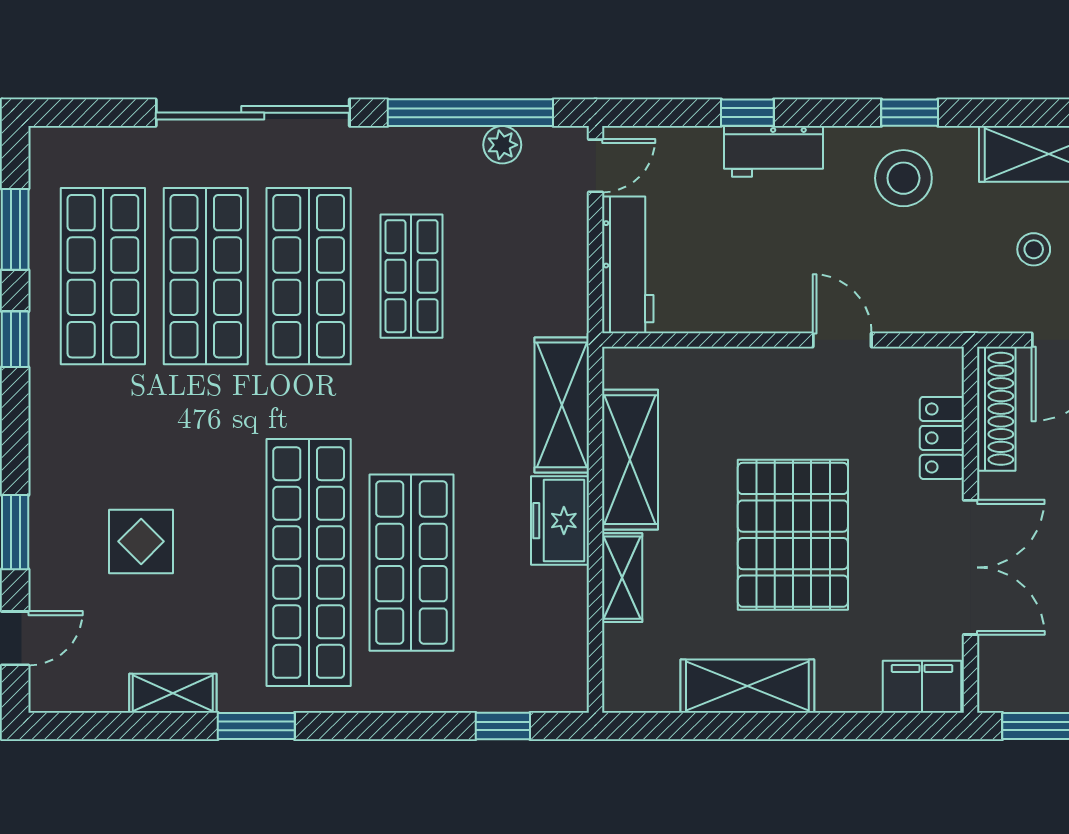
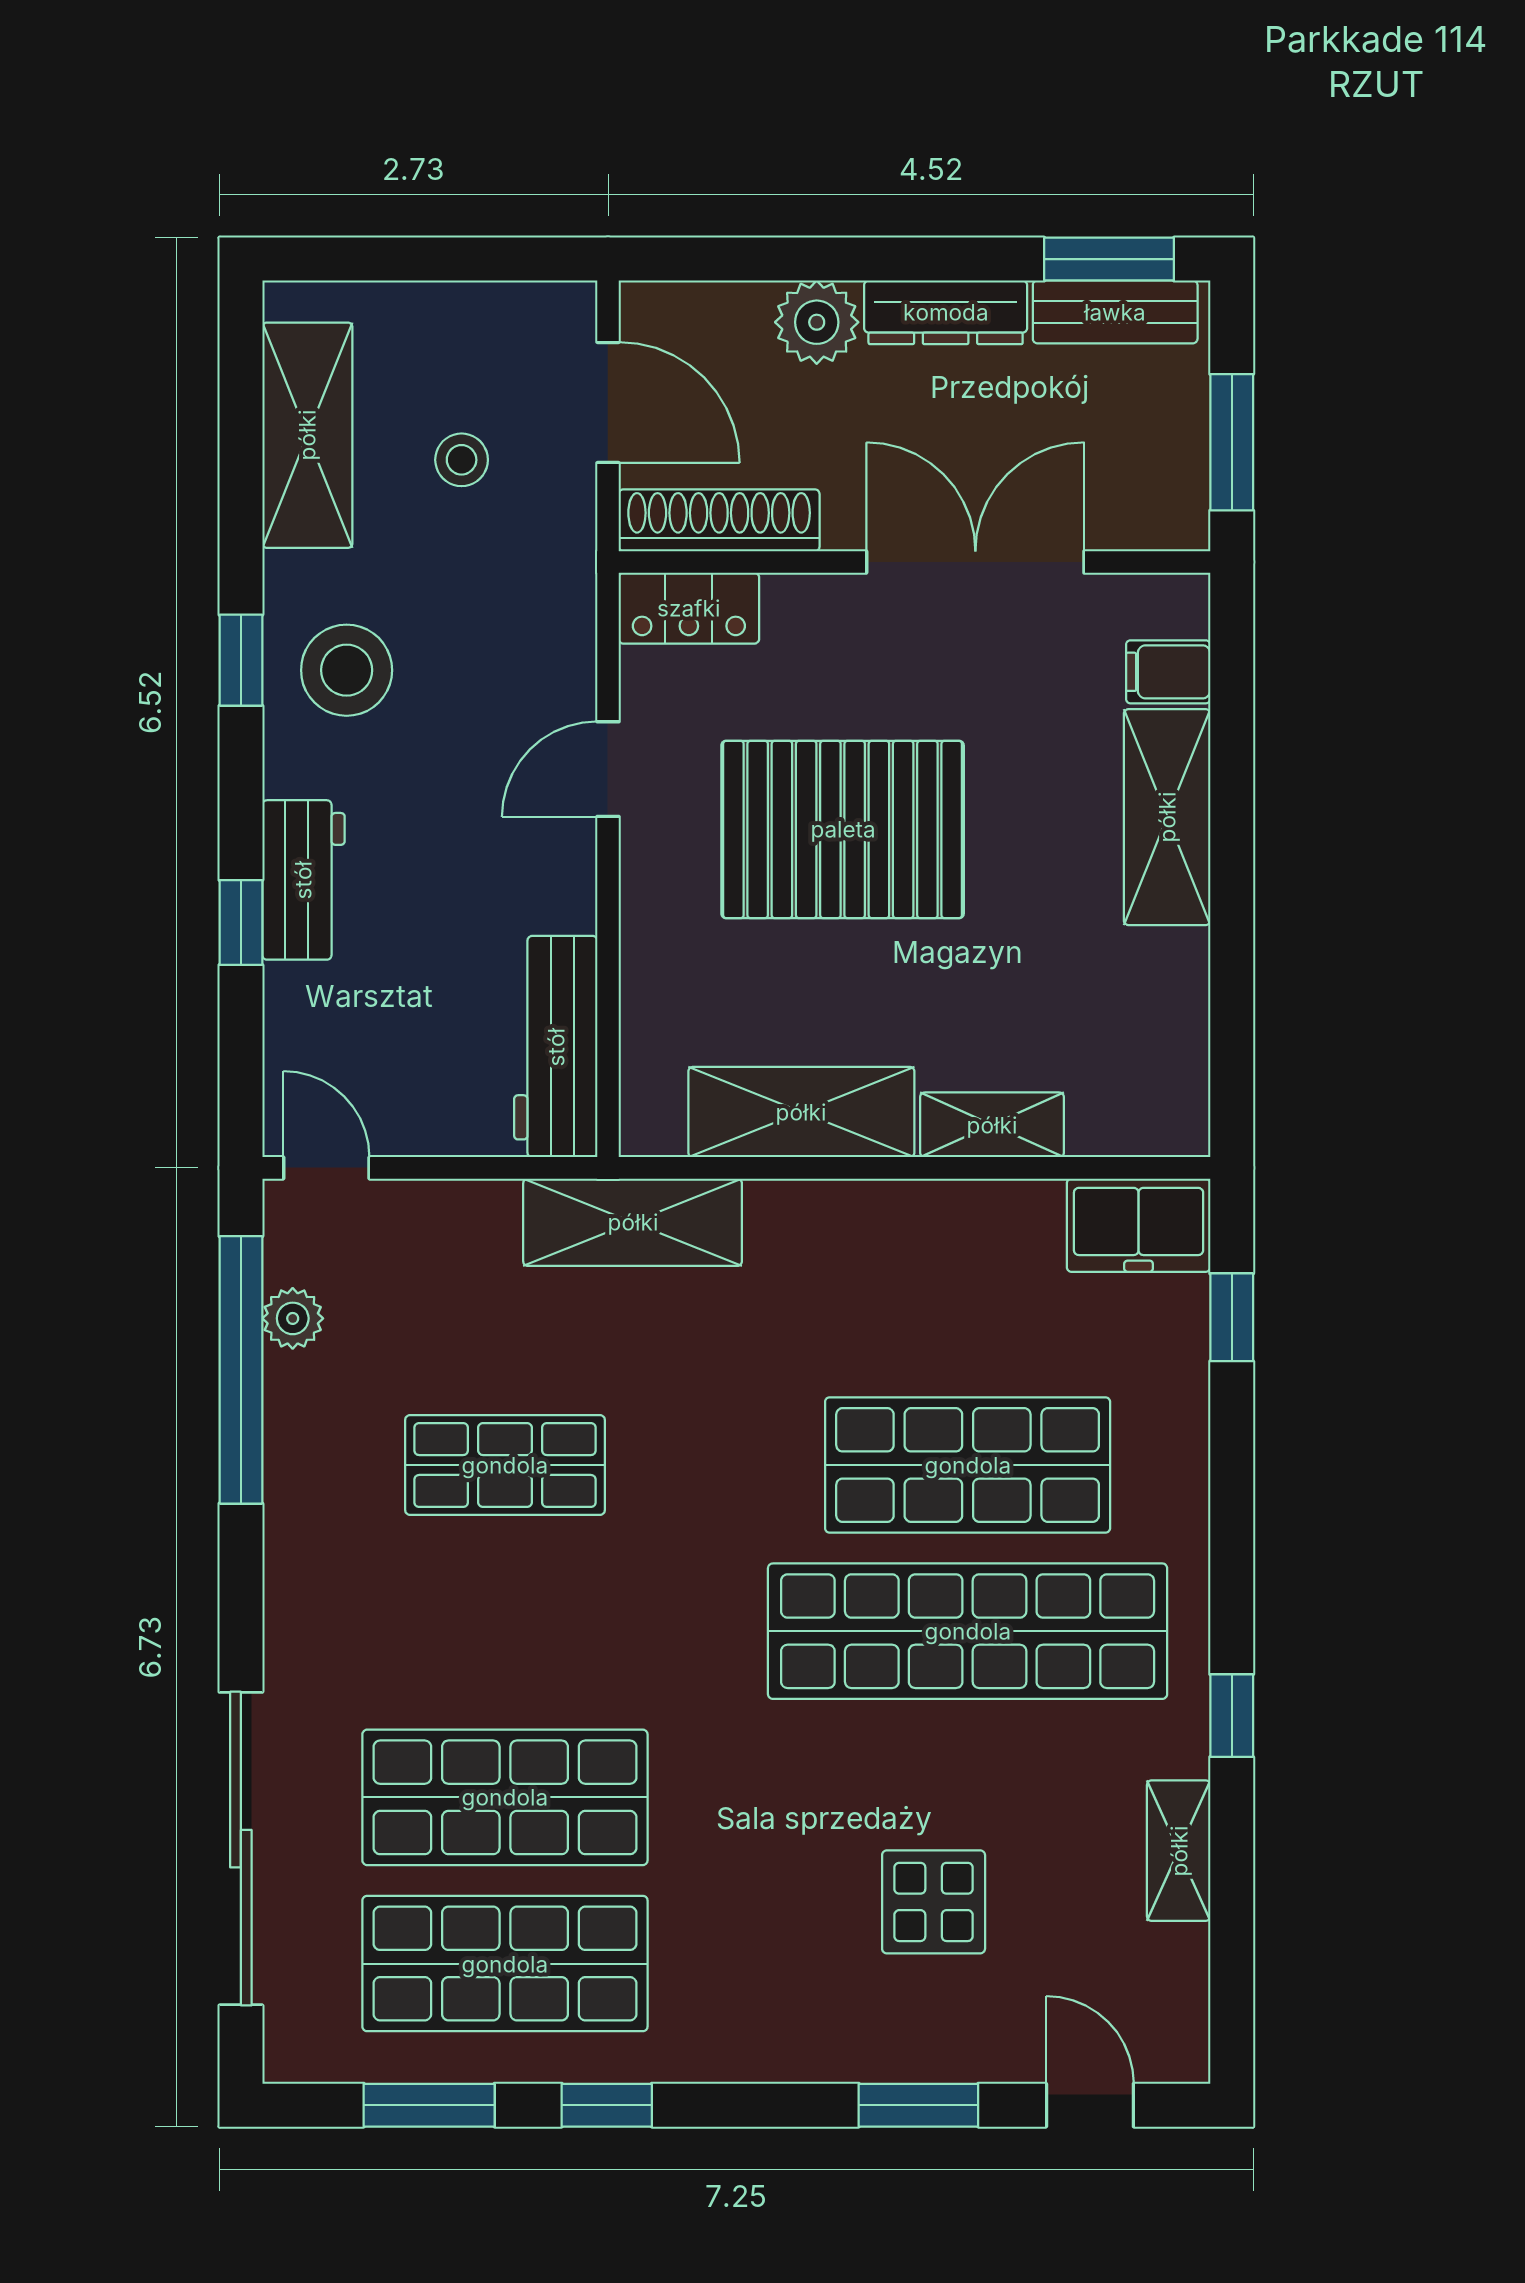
sliding door: (253, 113) -> (241, 1849), moved
workbench: (628, 265) -> (556, 1047), moved, turned -90
shop shelf: (309, 276) -> (505, 1631), removed
shelving: (562, 405) -> (633, 1222), moved
locker: (942, 438) -> (689, 608), moved
freezer: (560, 521) -> (1139, 1225), moved
pallet: (793, 535) -> (843, 829), moved
shelving: (747, 686) -> (1167, 817), moved
filing cabinet: (922, 687) -> (1168, 672), width x0.50
window: (256, 726) -> (1232, 1716), width x0.67

